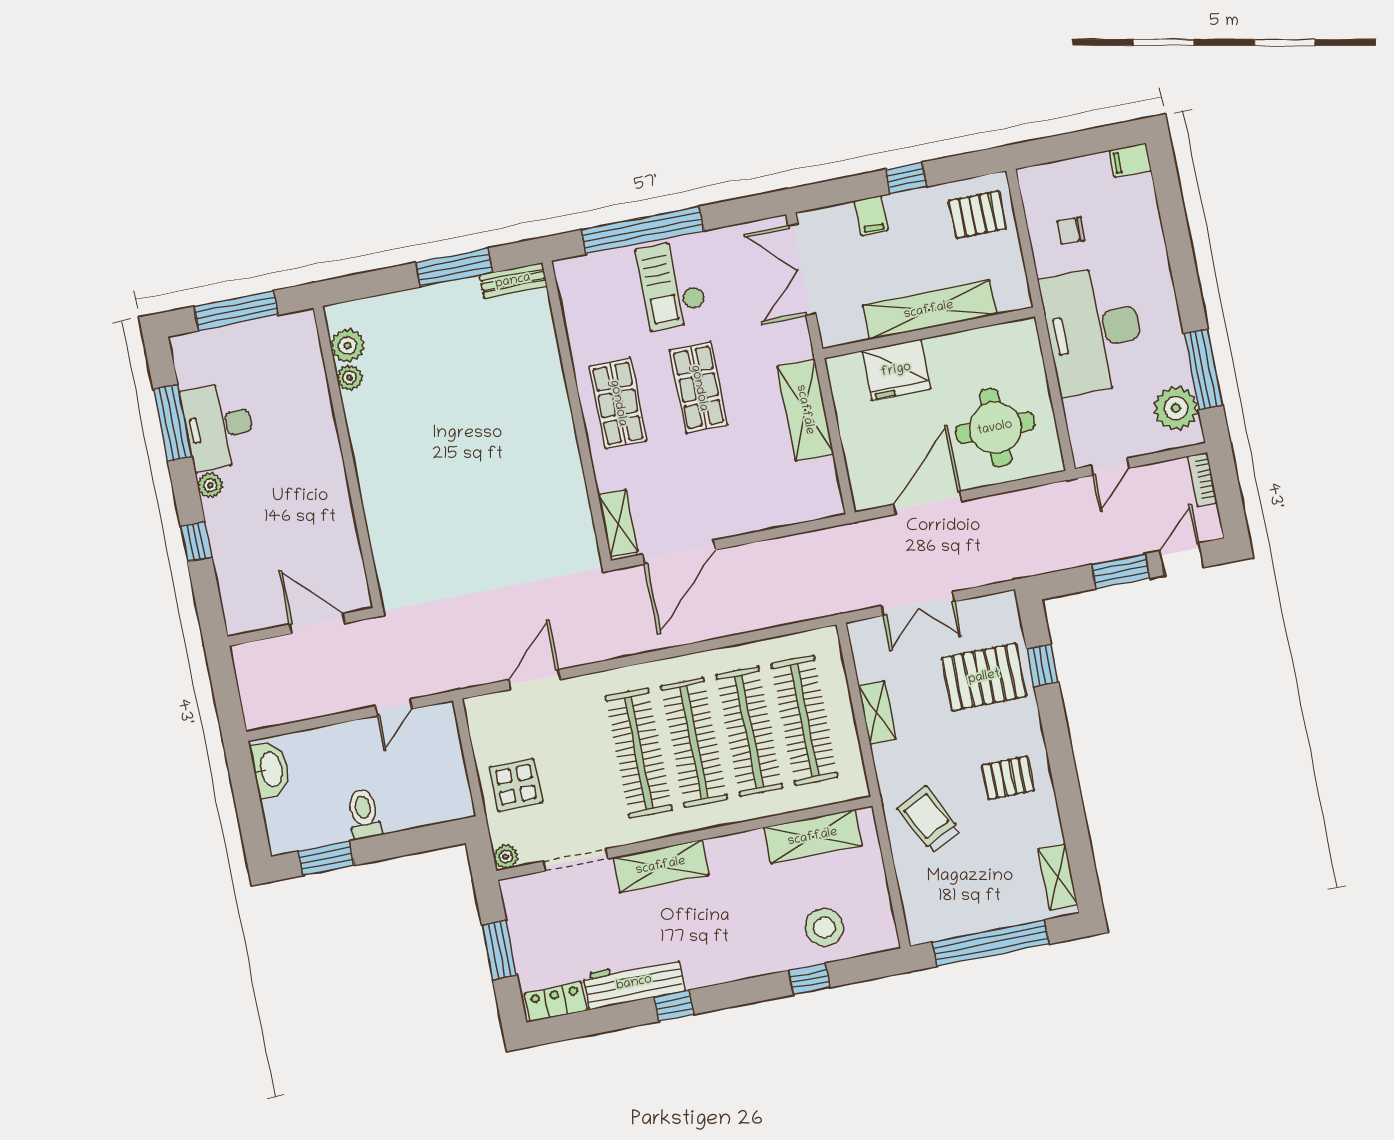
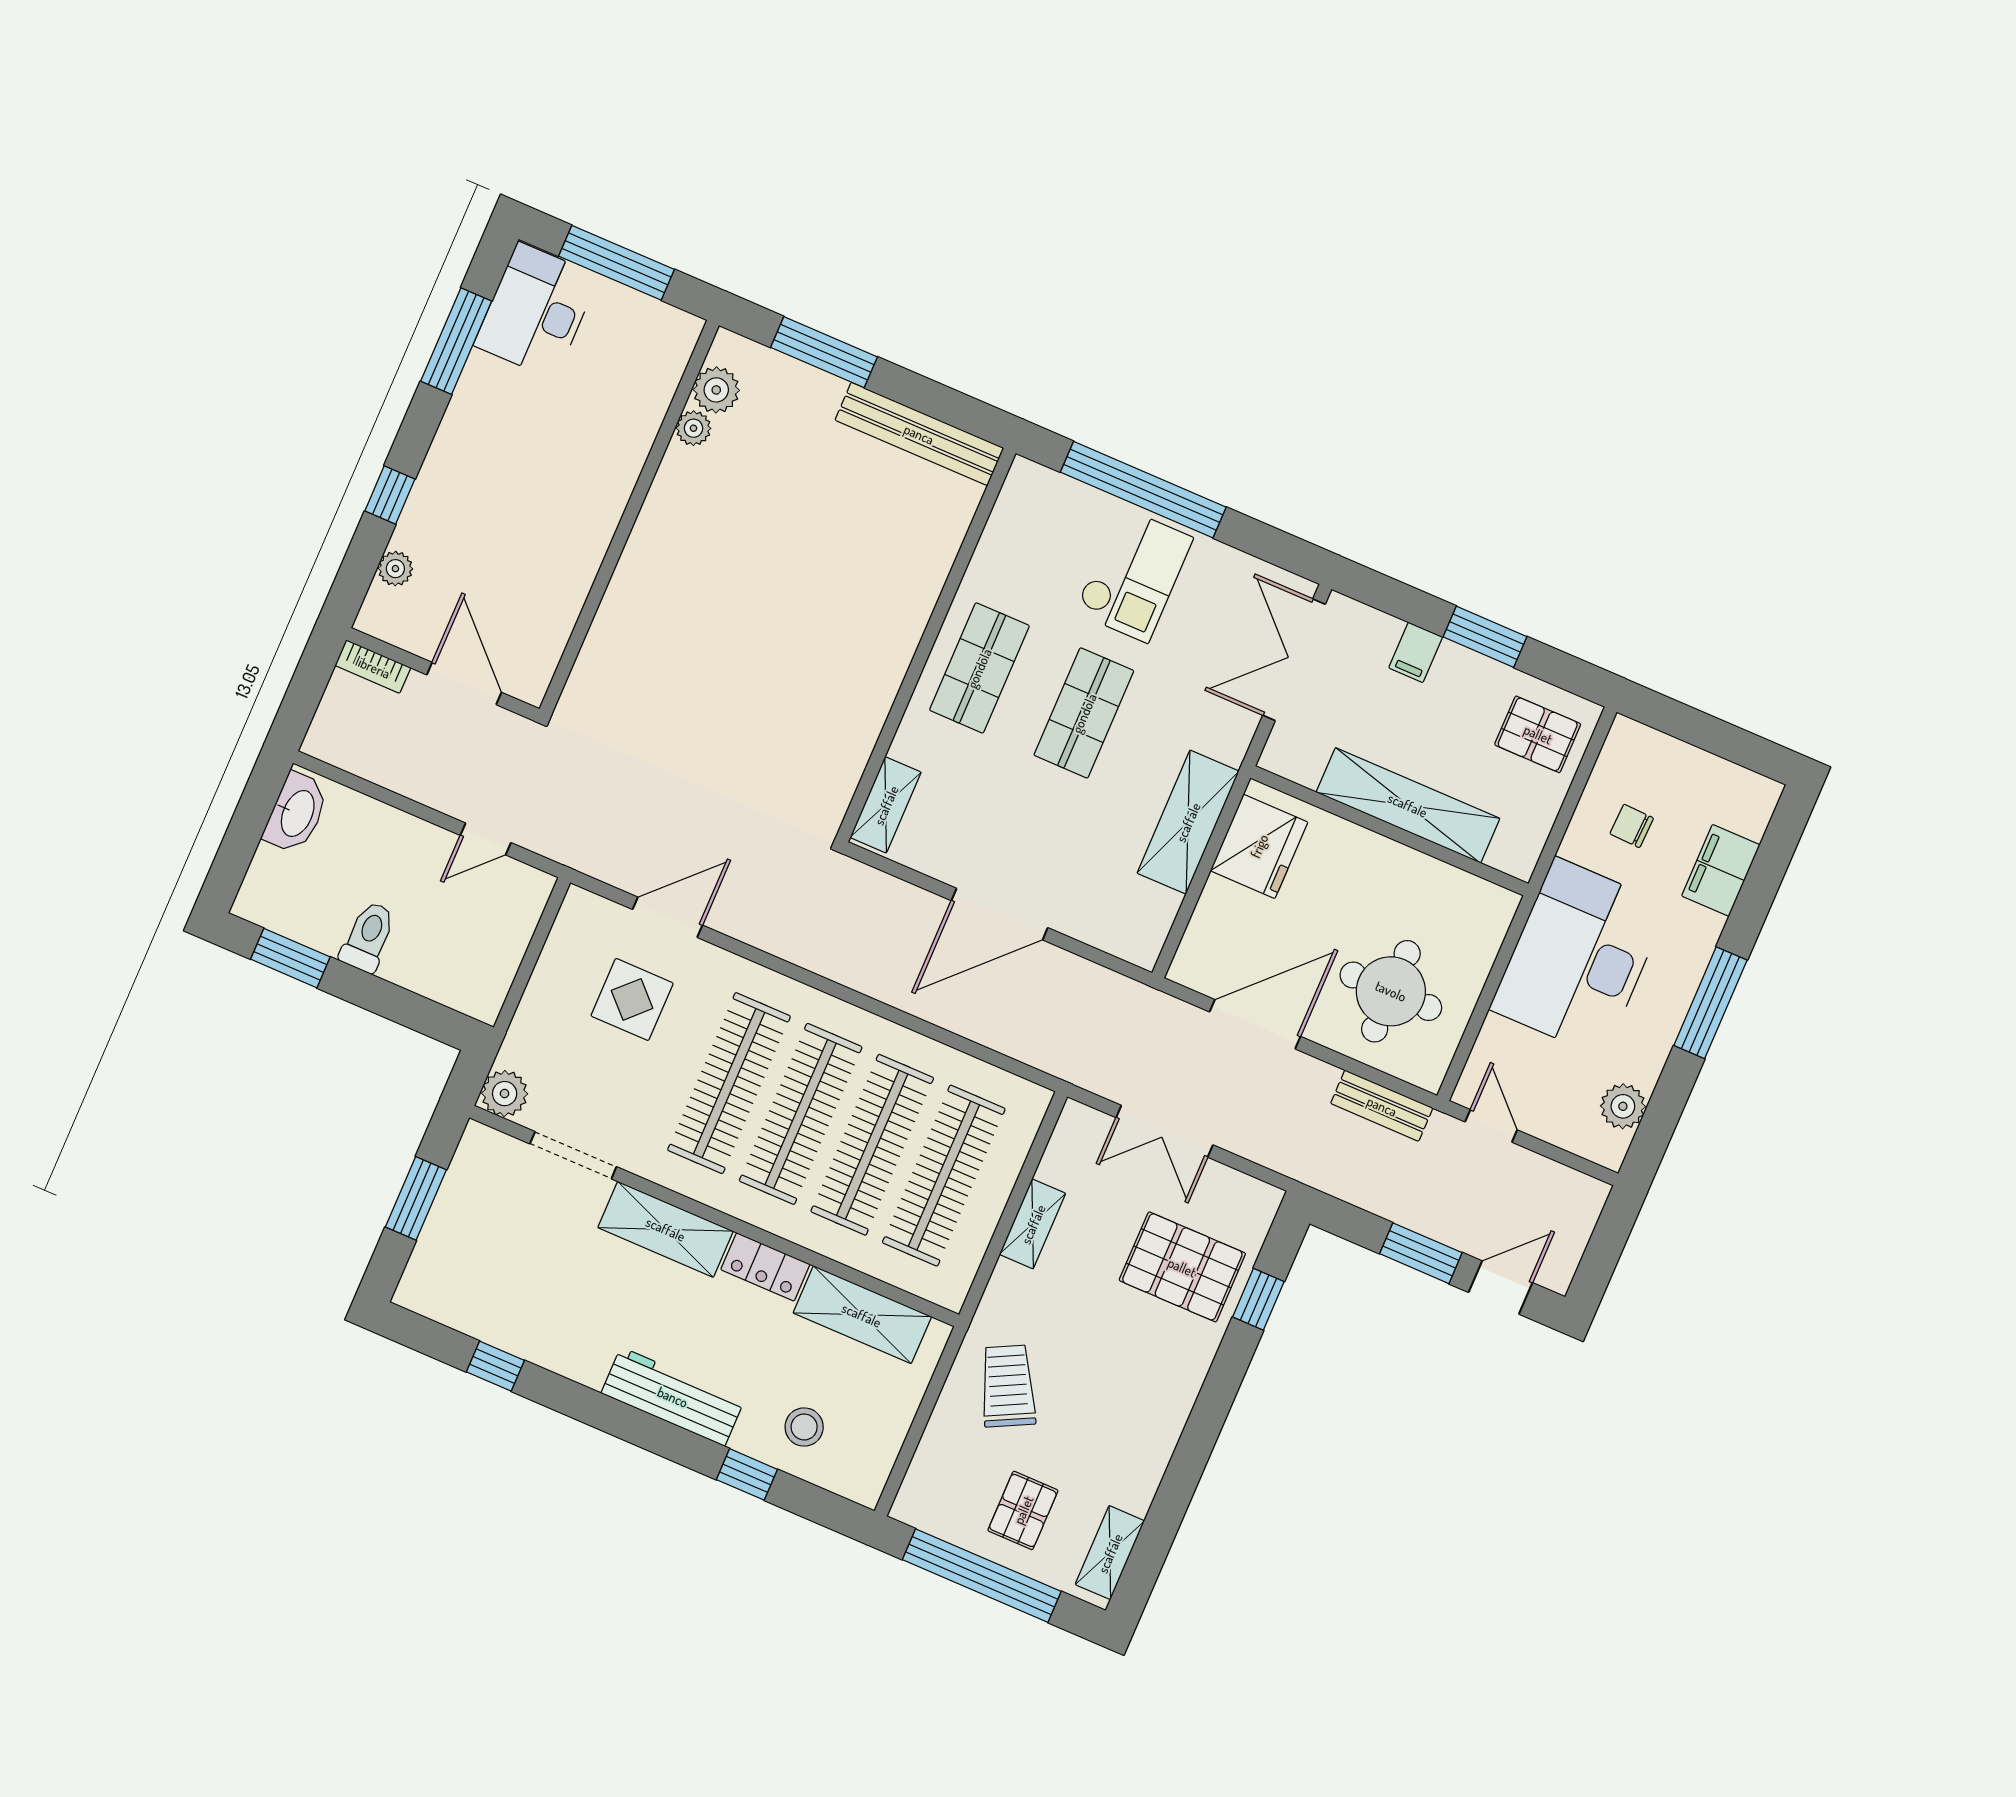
filing cabinet: (1130, 160) -> (1721, 870), moved, width x2.00
window: (906, 178) -> (1485, 637), width x1.50
window: (454, 268) -> (824, 352), moved
bench: (513, 281) -> (919, 434), width x1.86, depth x1.21
checkout: (672, 285) -> (1134, 575), turned 180
window: (1203, 369) -> (1710, 1003), moved
fridge: (896, 370) -> (1259, 846), moved, turned -90
plant: (1176, 408) -> (1623, 1106), width x0.73, depth x0.73
desk: (219, 426) -> (536, 311), moved
door: (1110, 467) -> (1491, 1126), swing flipped
bookcase: (1202, 479) -> (373, 667), moved, turned -90
plant: (210, 485) -> (395, 569), moved
bench: (1037, 499) -> (1382, 1106), added
door: (679, 552) -> (1000, 914), moved
pallet: (1008, 778) -> (1023, 1510), moved, turned 90
display table: (516, 785) -> (632, 999), moved
plant: (506, 857) -> (505, 1094), width x1.38, depth x1.38
stool: (824, 927) -> (804, 1427), width x0.73, depth x0.73
workbench: (634, 983) -> (673, 1397), moved
locker: (556, 1002) -> (765, 1267), moved, turned 180
window: (674, 1006) -> (495, 1366), moved

